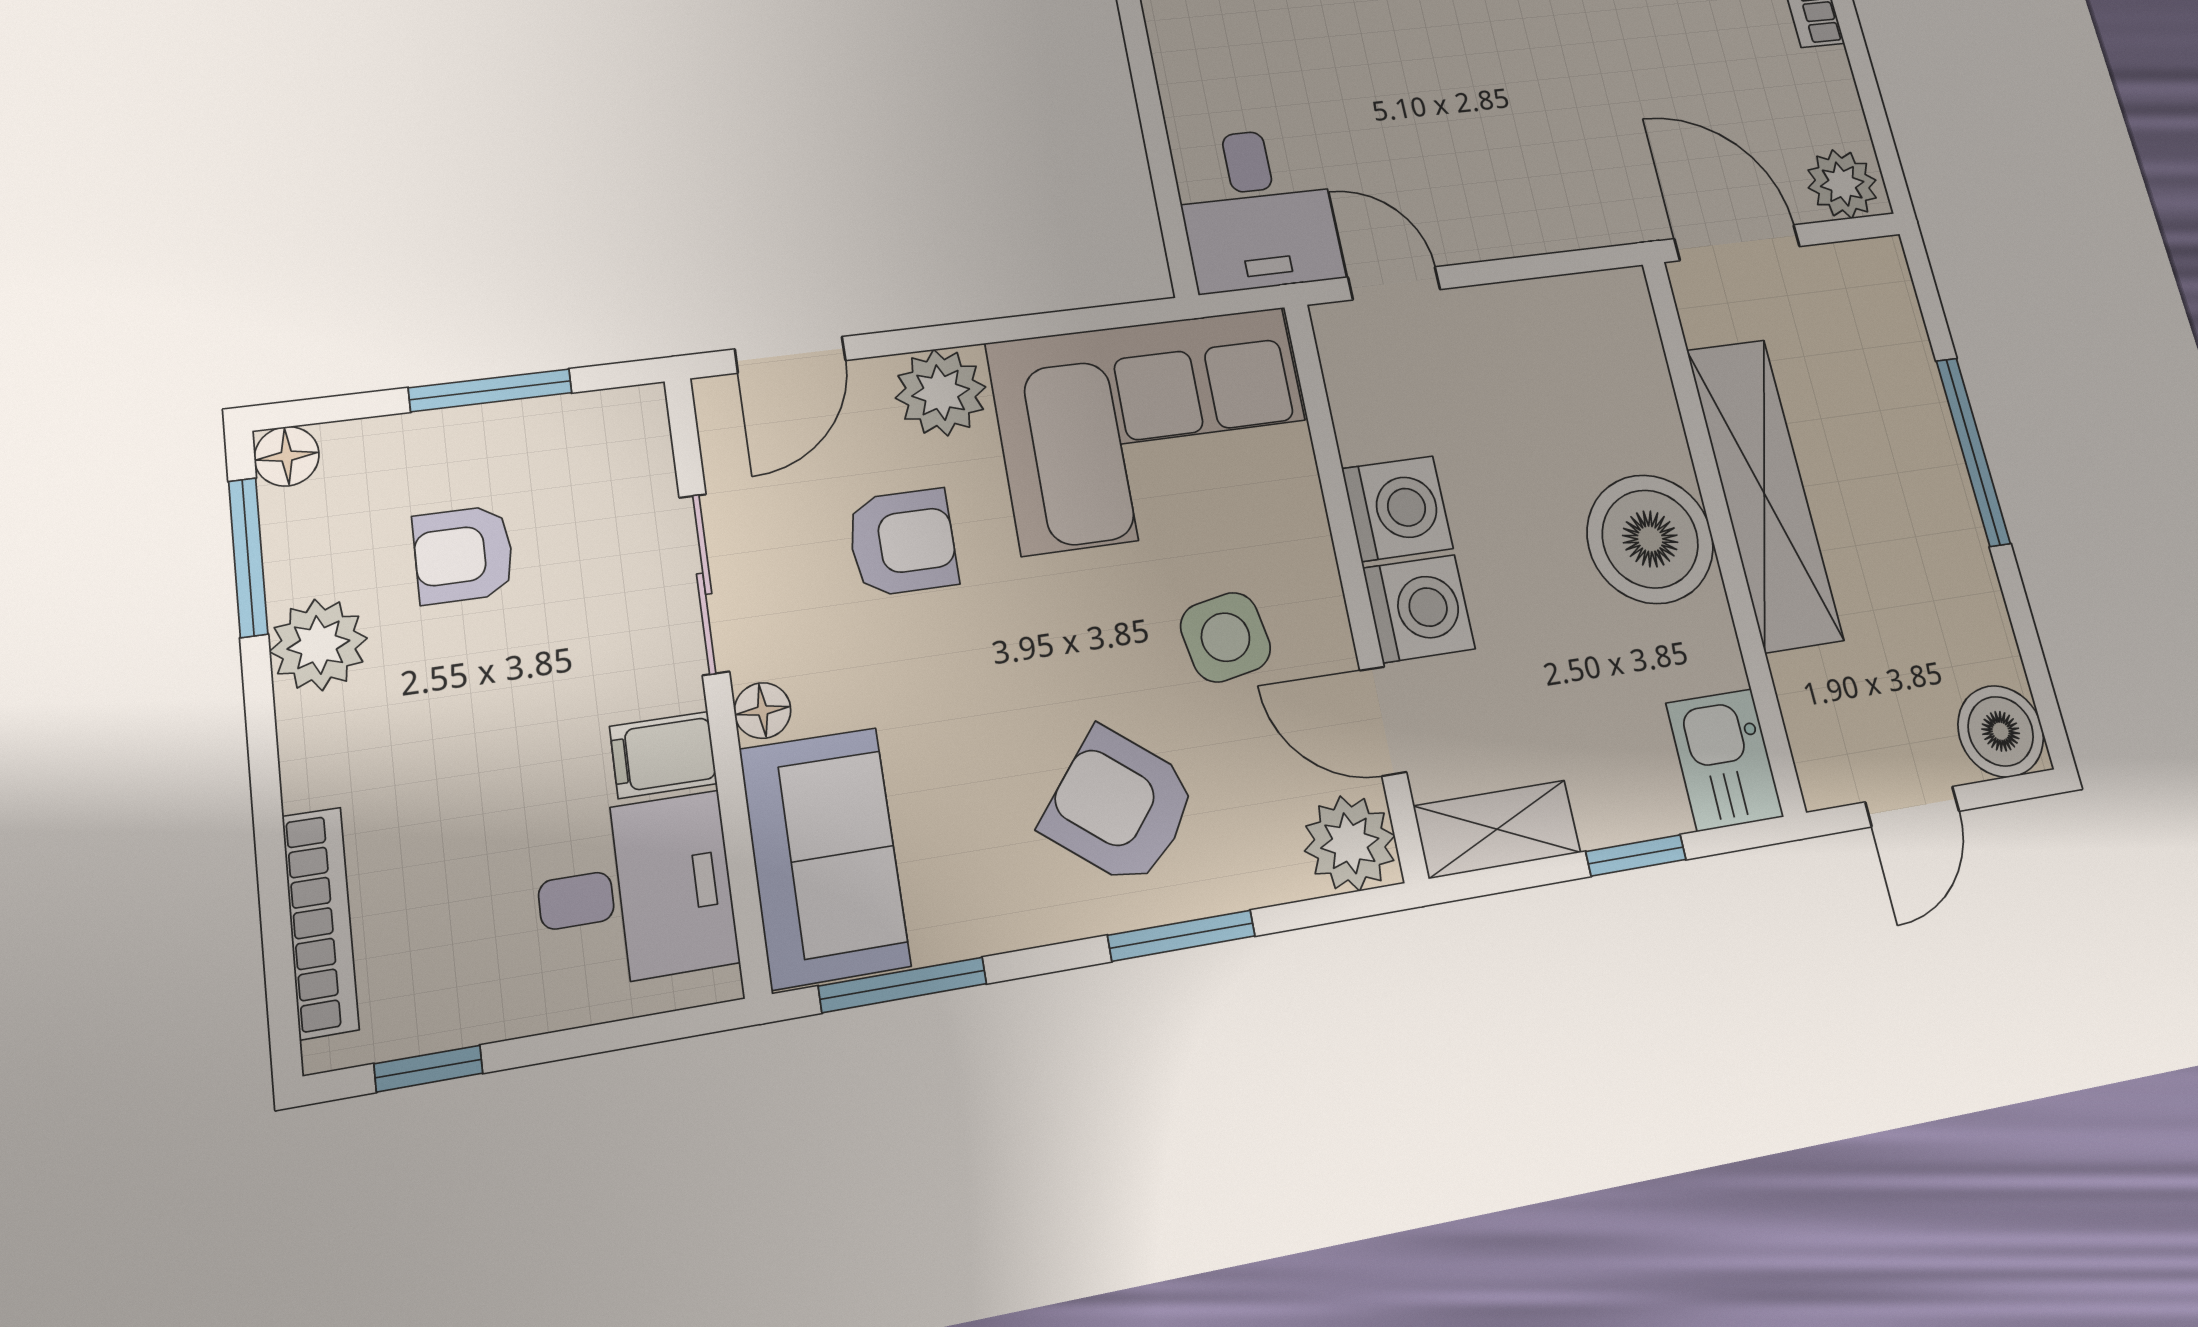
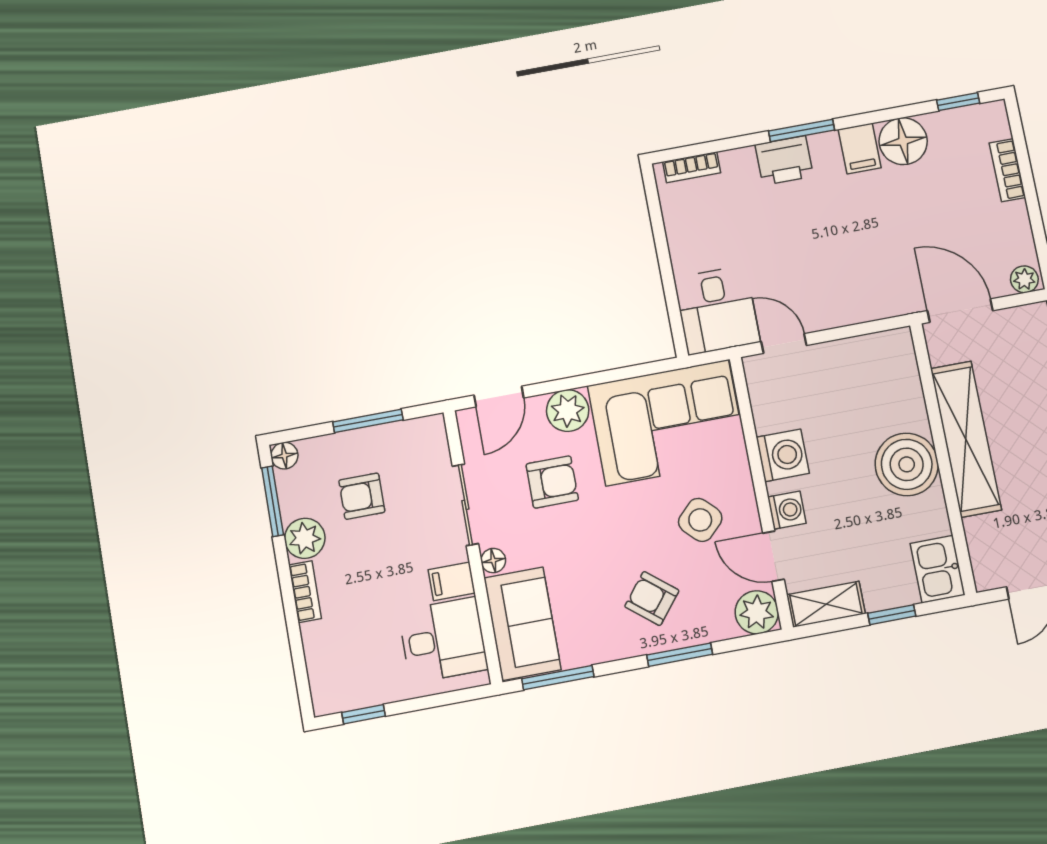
plant: (1842, 184) -> (1024, 279), width x0.73, depth x0.73
washing machine: (1419, 608) -> (787, 510), width x0.73, depth x0.73
side table: (1225, 637) -> (700, 520), turned -34
armchair: (1120, 807) -> (652, 599), width x0.72, depth x0.72
bookcase: (320, 922) -> (305, 592), moved, width x0.64

